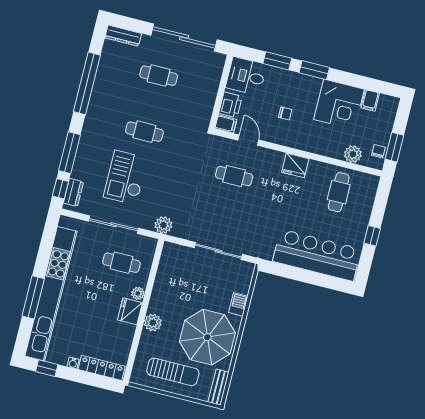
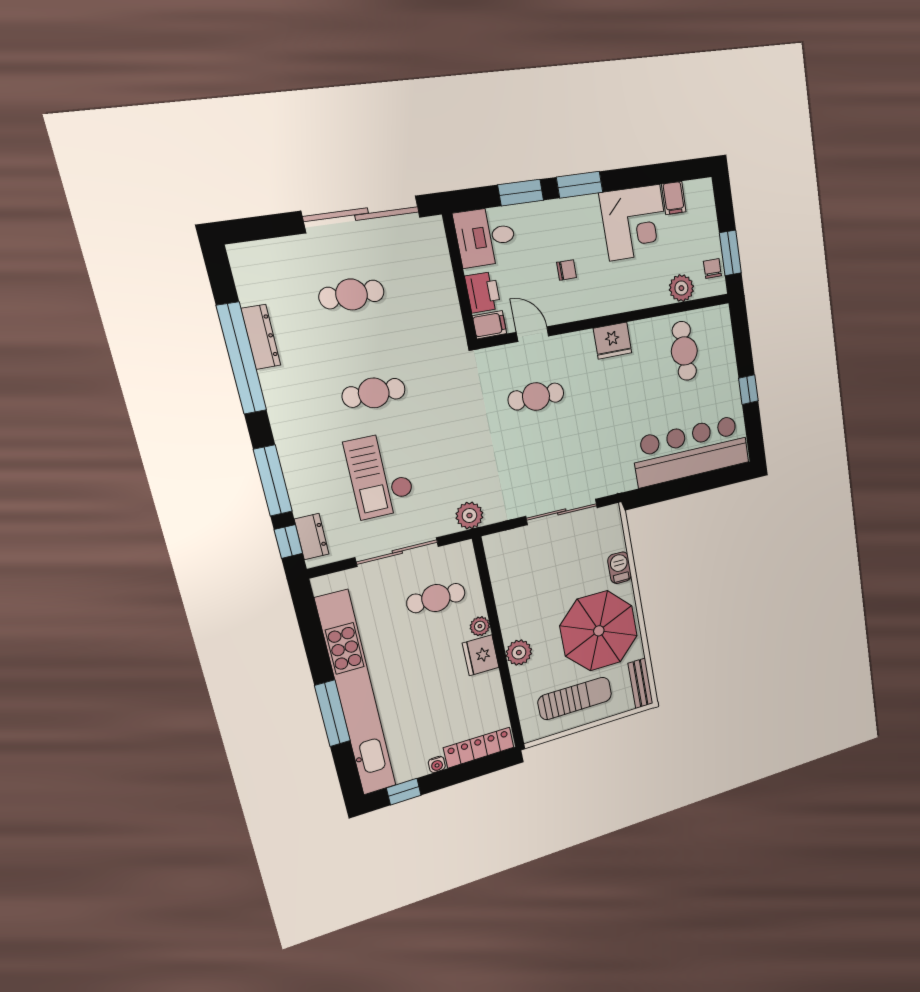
dresser: (123, 36) -> (261, 337), moved, turned -90

